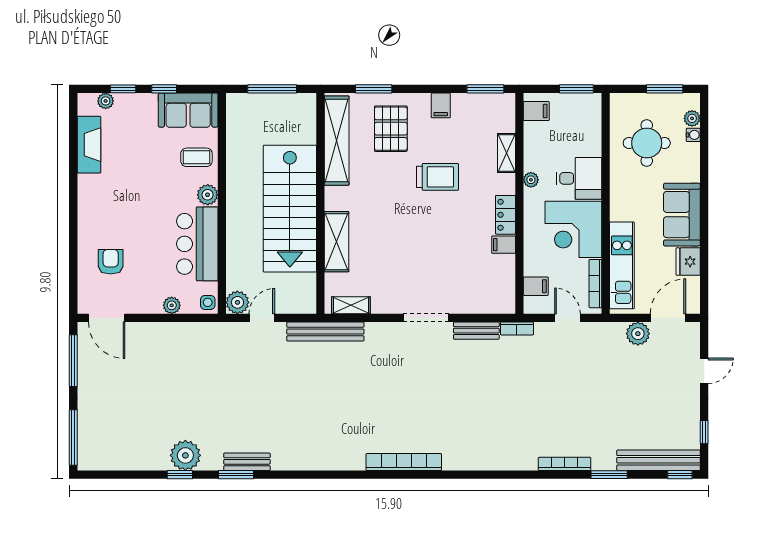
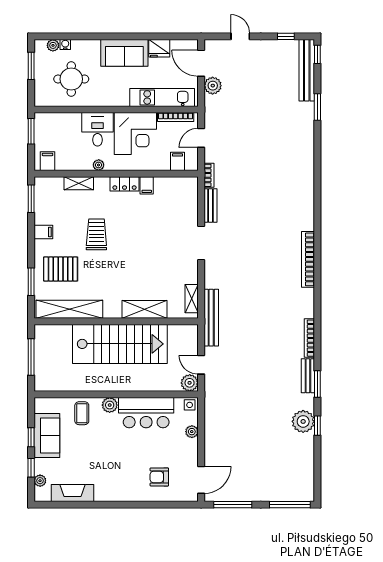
sofa: (188, 110) -> (47, 436), moved
bookcase: (565, 464) -> (309, 338), moved

